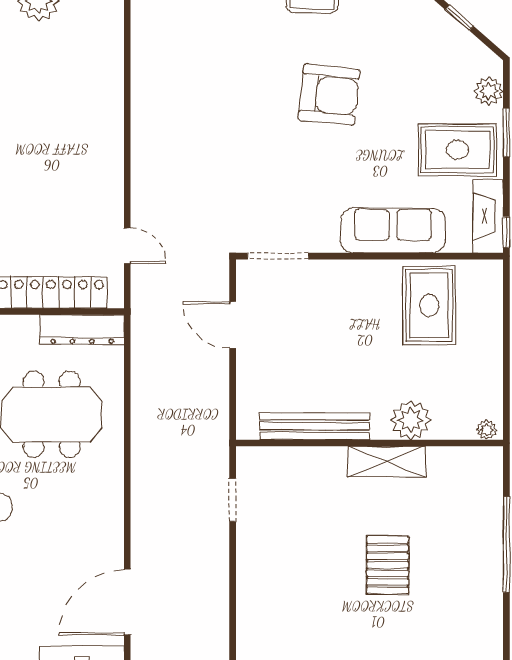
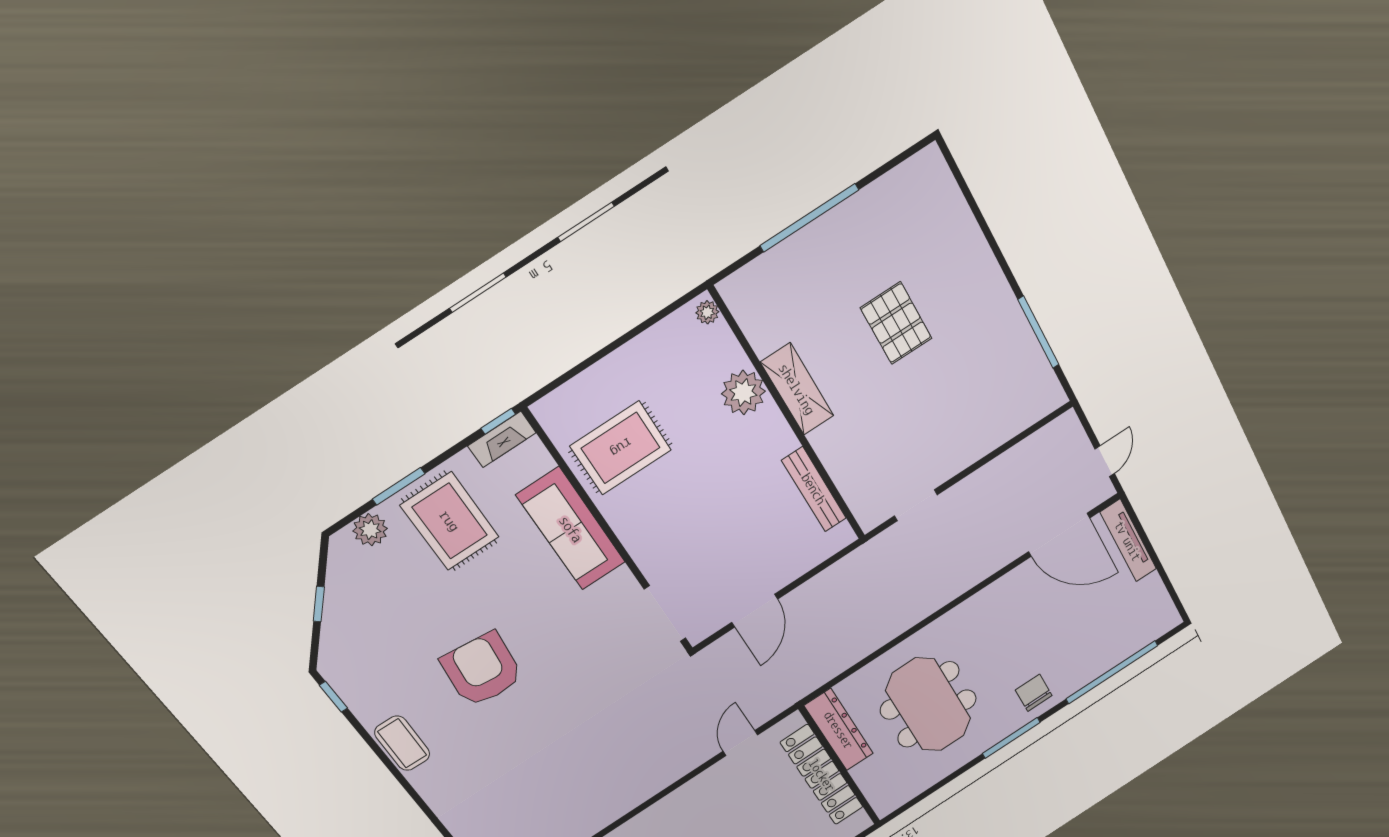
fireplace: (488, 216) -> (502, 439), width x0.73, depth x0.76
bench: (315, 426) -> (814, 489), width x0.73, depth x0.82
pallet: (388, 565) -> (896, 323), turned 90

